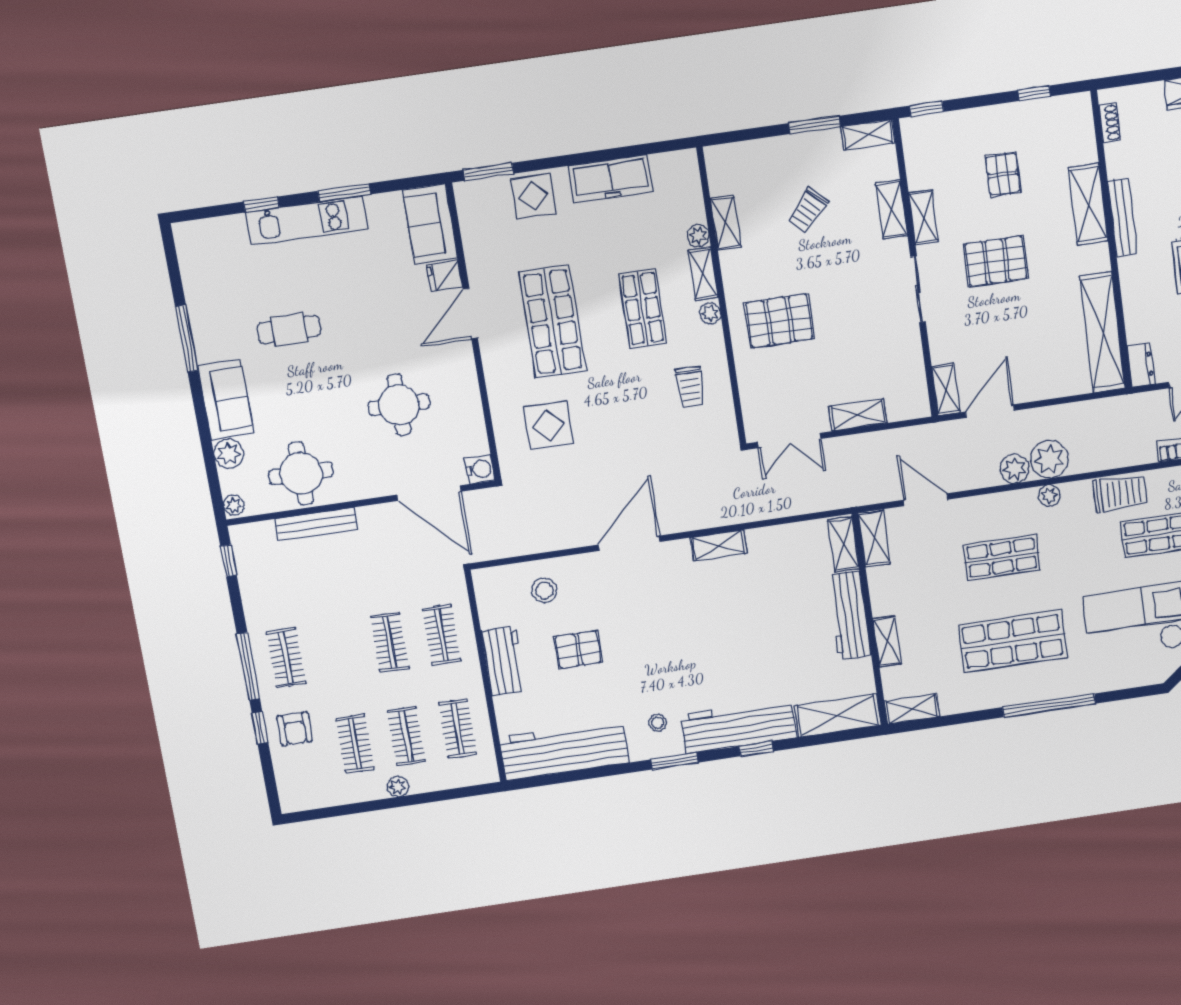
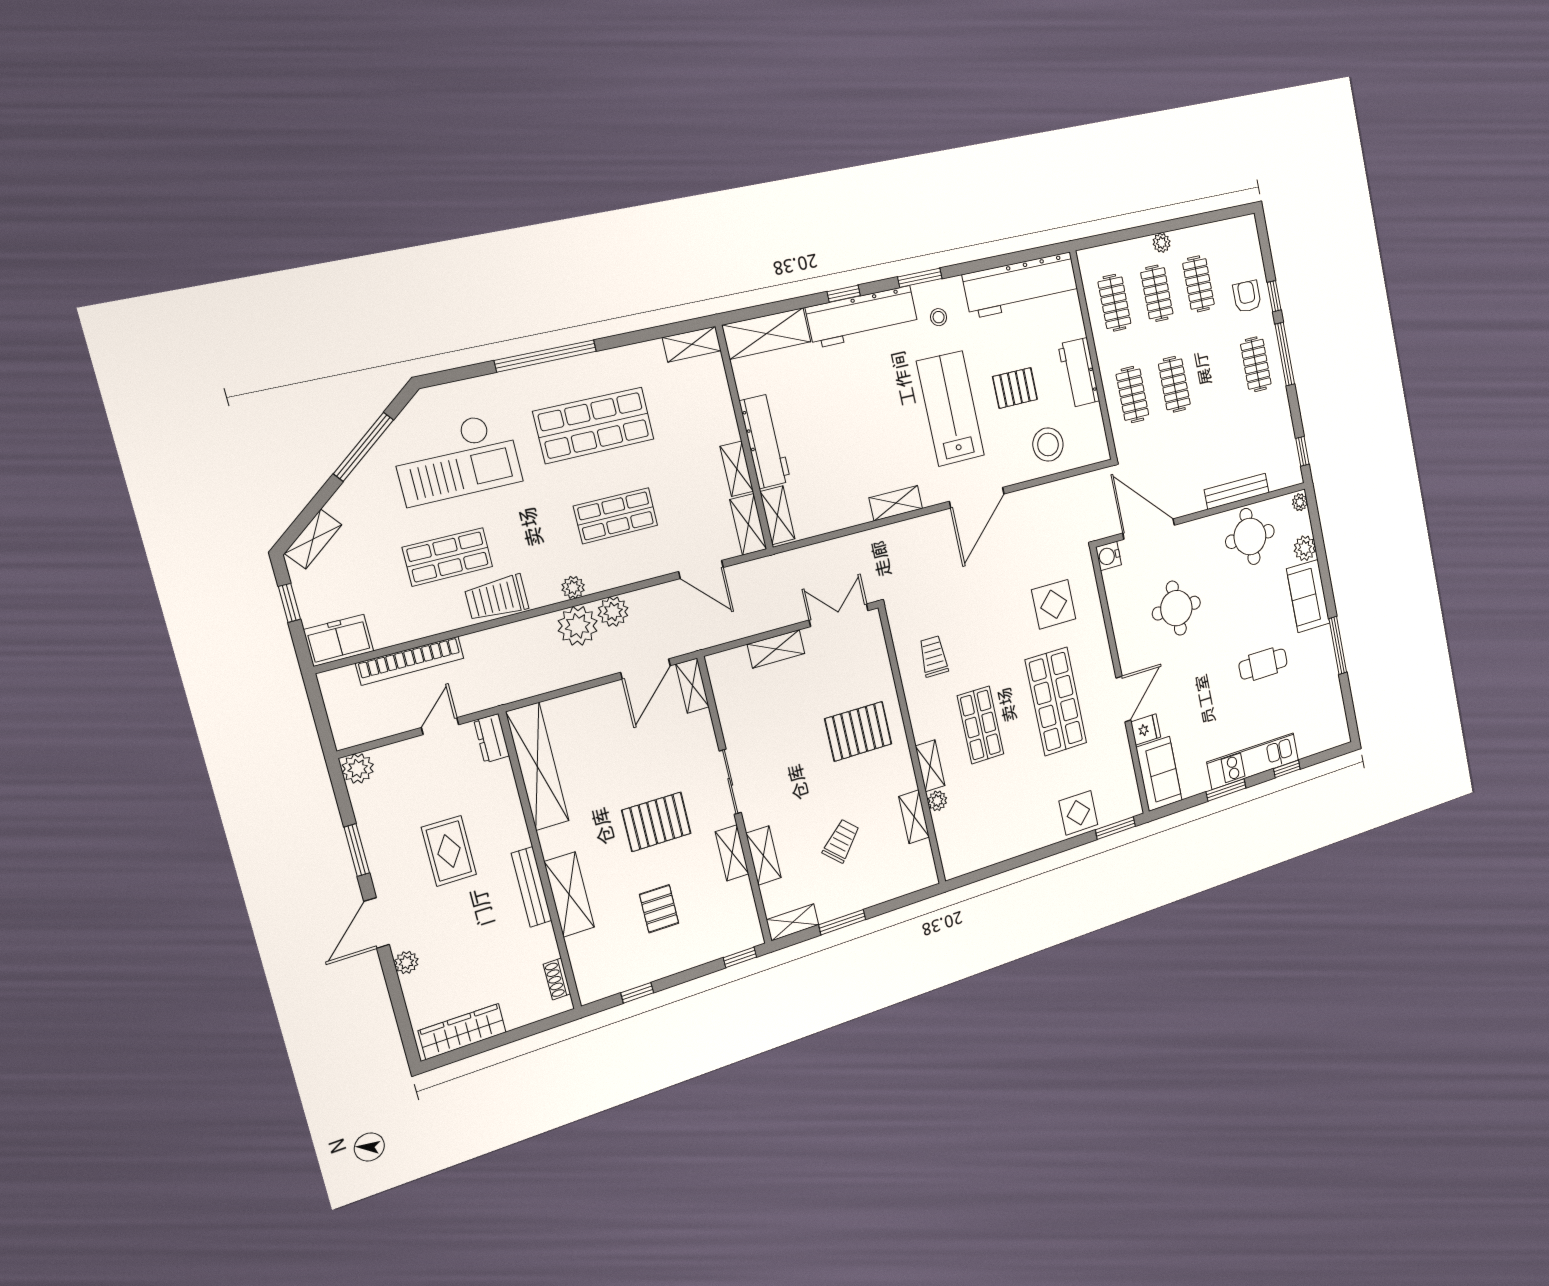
freezer: (610, 179) -> (1016, 840), removed
plant: (710, 314) -> (921, 729), removed
stool: (544, 590) -> (1048, 445), width x1.38, depth x1.38
lab bench: (652, 634) -> (950, 409), added
shelving: (887, 641) -> (737, 469), moved

